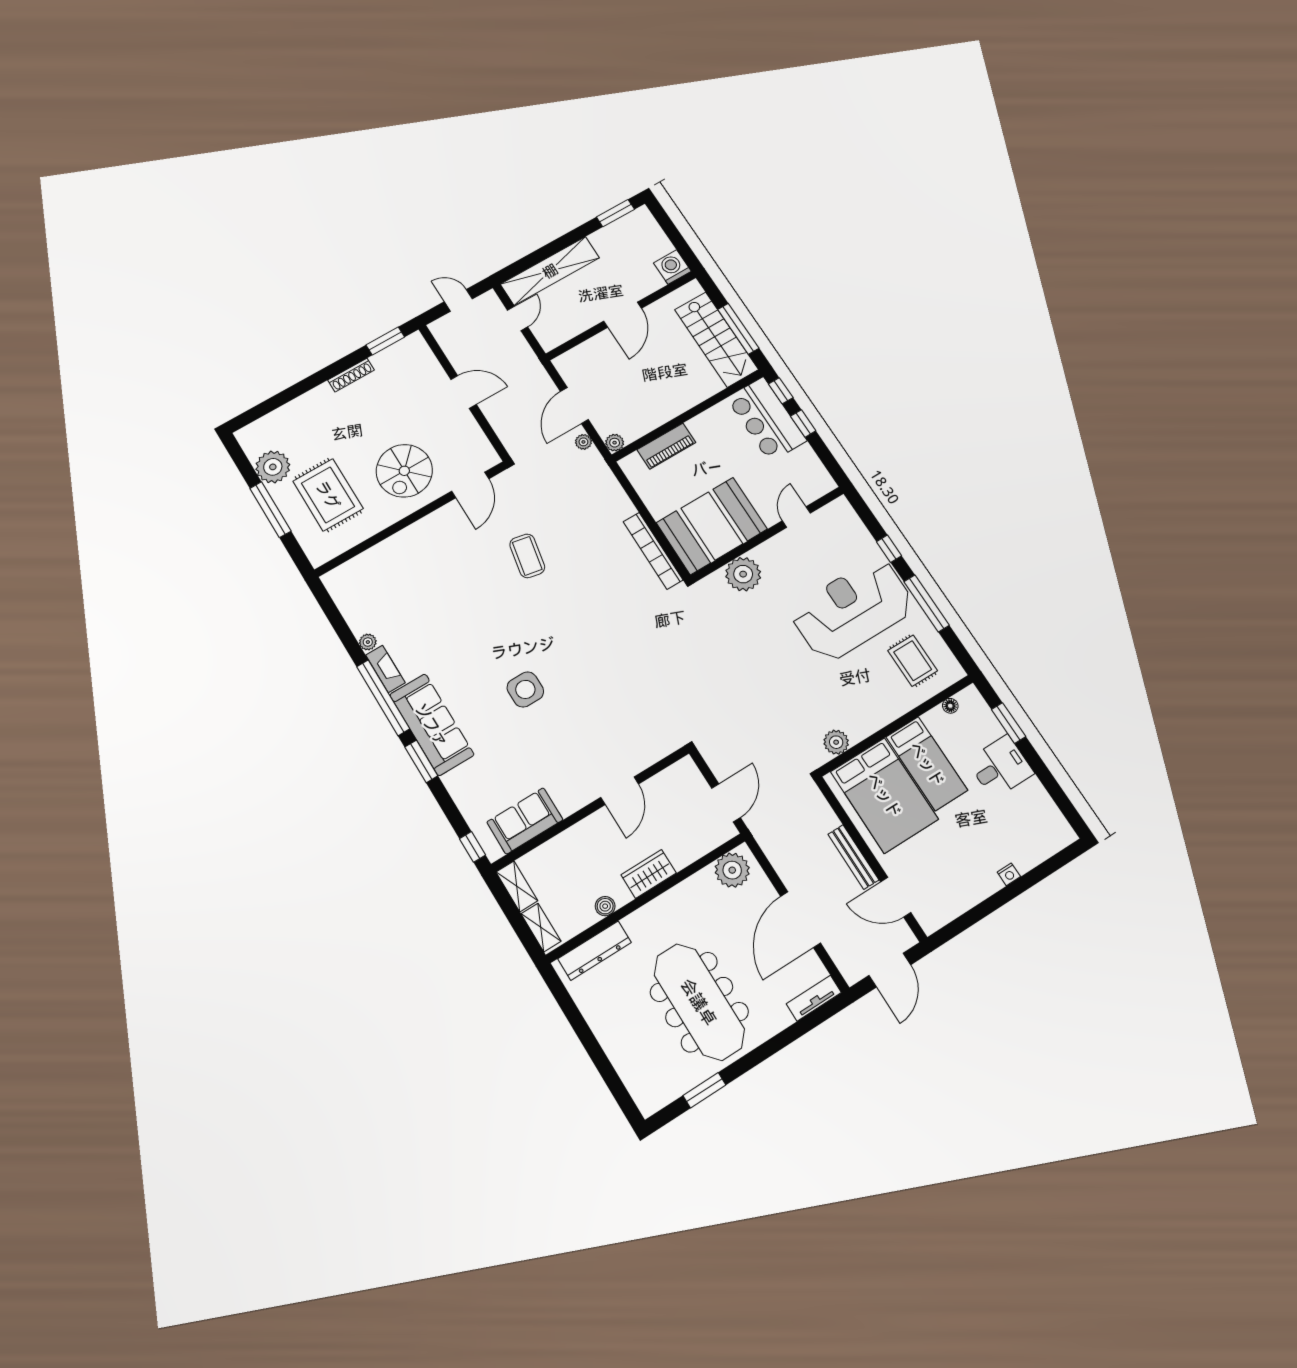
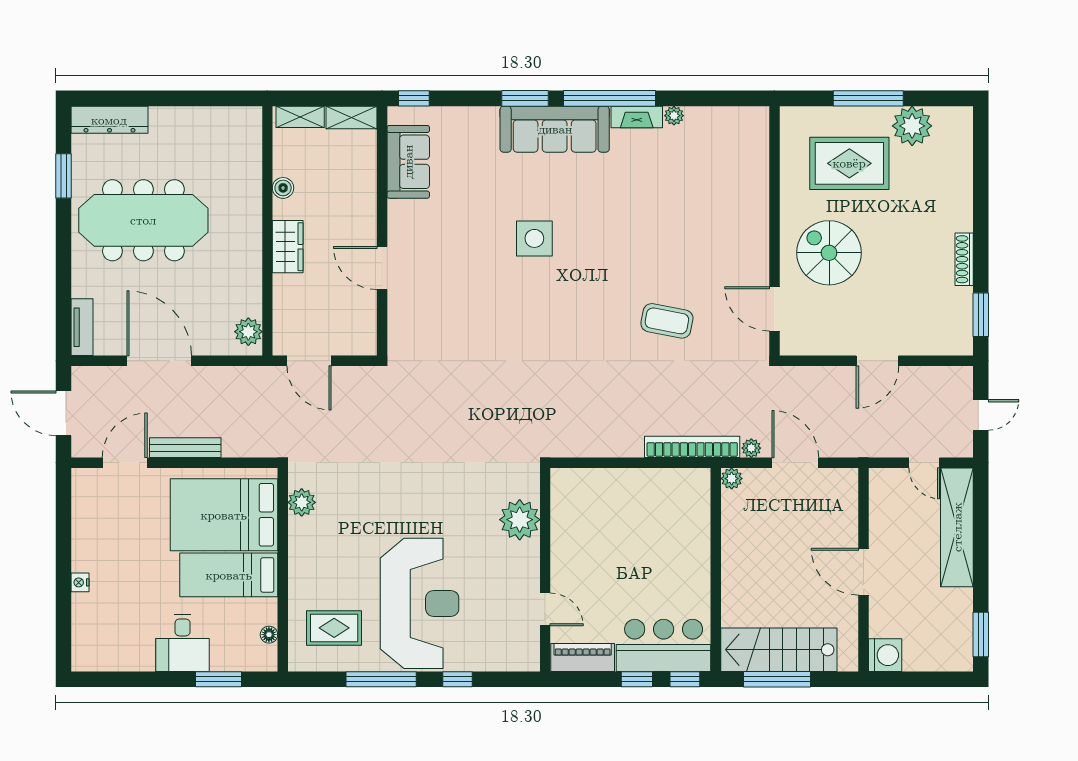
piano: (666, 446) -> (583, 657), moved, turned 90
booth: (712, 526) -> (587, 520), removed
bookcase: (653, 551) -> (692, 447), moved
plant: (732, 870) -> (248, 332), width x0.73, depth x0.73
dresser: (595, 951) -> (109, 120), moved, turned -90

